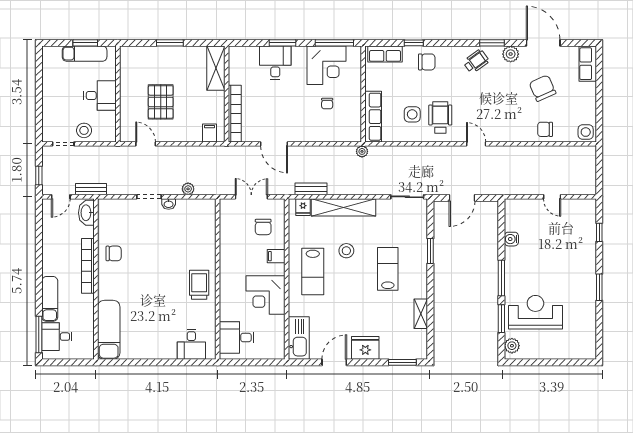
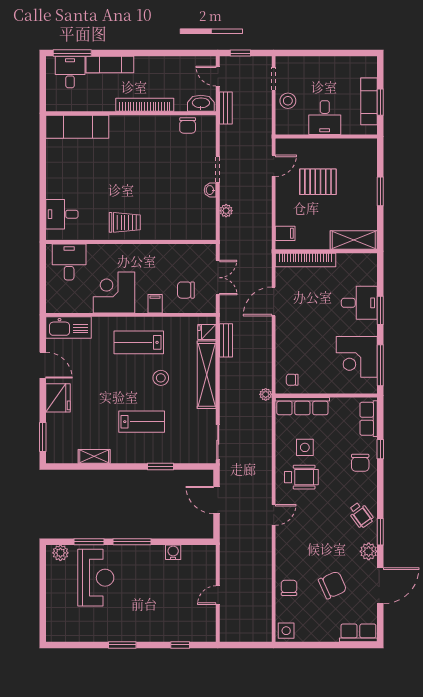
chair: (327, 104) -> (292, 380), moved
chair: (114, 253) -> (188, 125), moved

